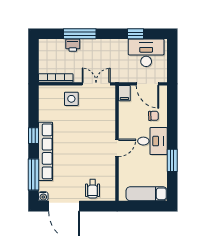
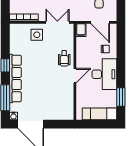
desk: (152, 141) -> (104, 74), width x1.37
window: (172, 160) -> (121, 97), moved
wheelchair: (93, 189) -> (64, 58), moved

